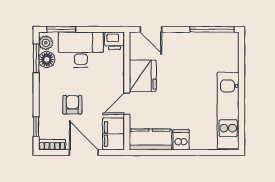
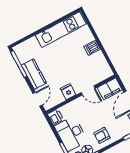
fridge: (143, 76) -> (68, 92), width x0.53, depth x0.75
armchair: (72, 105) -> (102, 135), moved
kitchen counter: (151, 139) -> (34, 74), moved, turned 180

